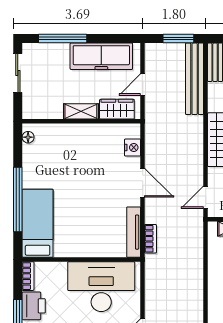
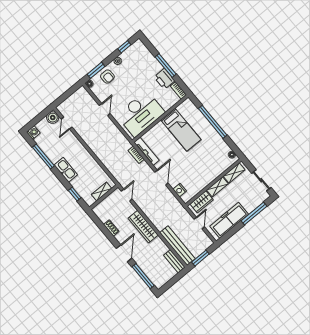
shelving: (45, 111) -> (234, 173), added
door: (143, 183) -> (161, 178), swing flipped
bed: (38, 223) -> (181, 130), moved

